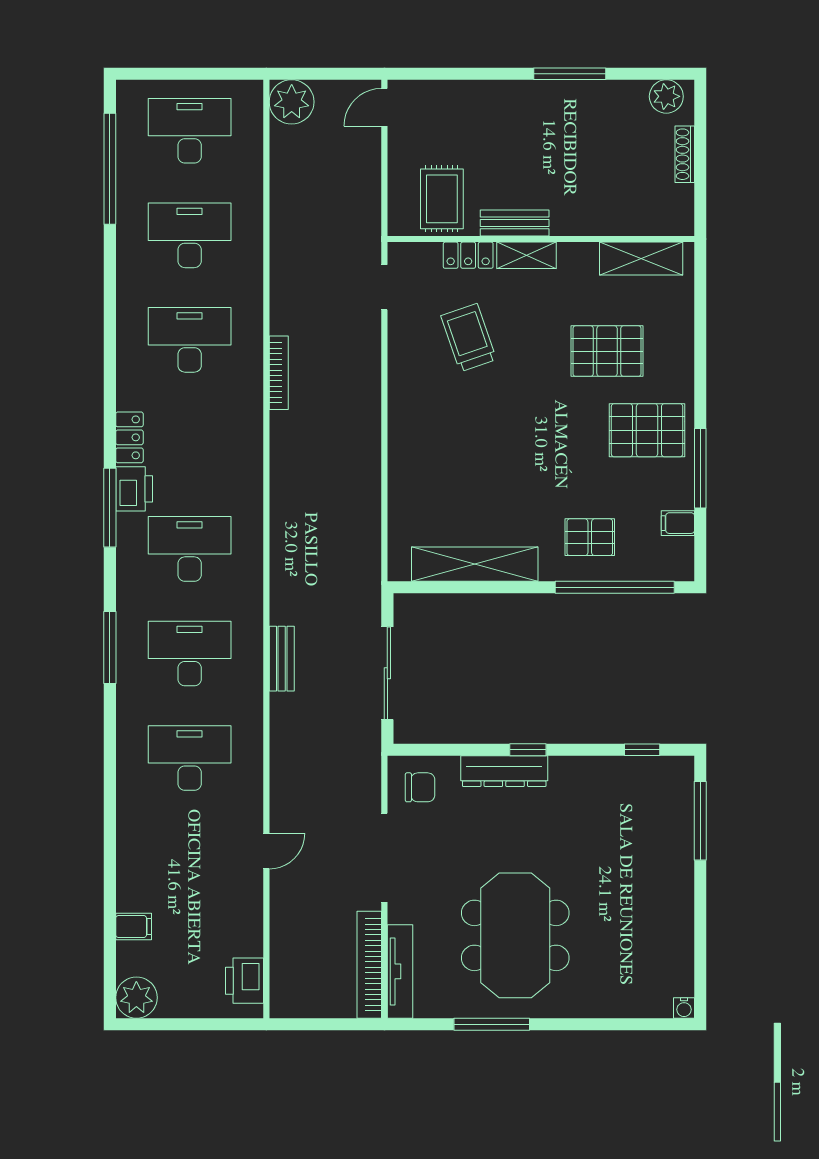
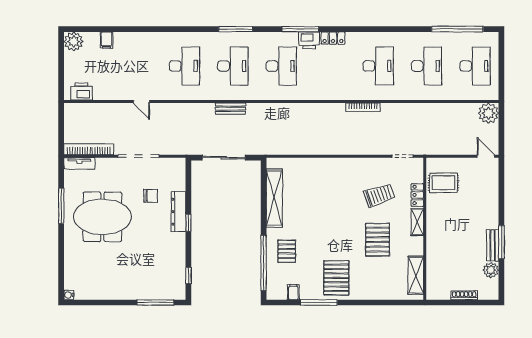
plant: (666, 96) -> (491, 270), moved
bench: (515, 223) -> (493, 245), moved
pallet: (607, 351) -> (378, 240), moved
chair: (420, 787) -> (151, 196), moved, turned -90
tv unit: (400, 971) -> (79, 163), width x0.71

